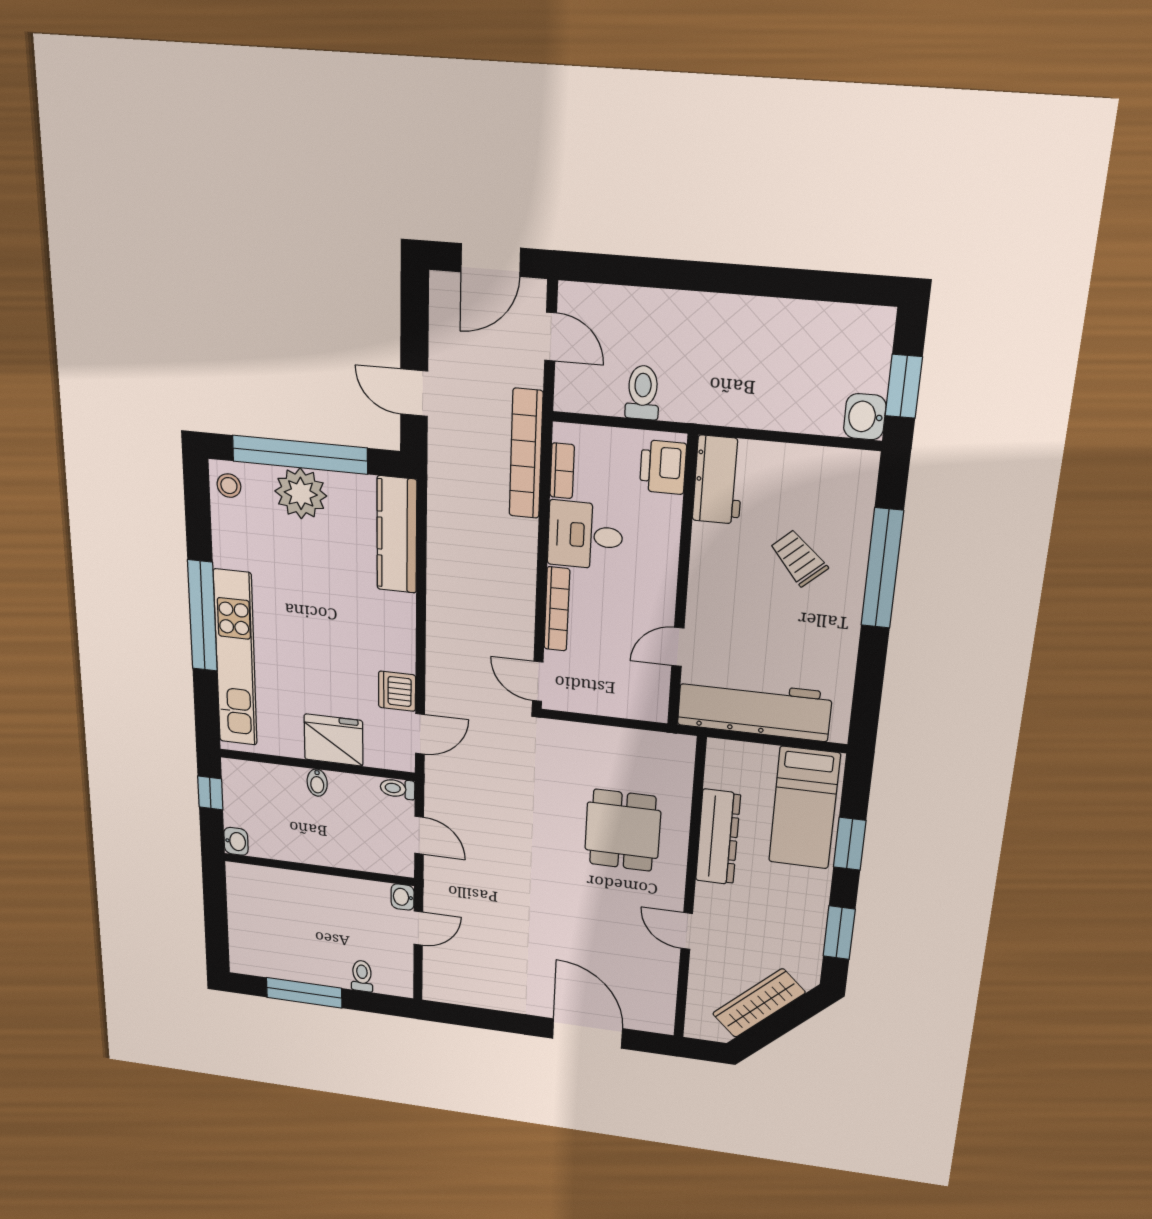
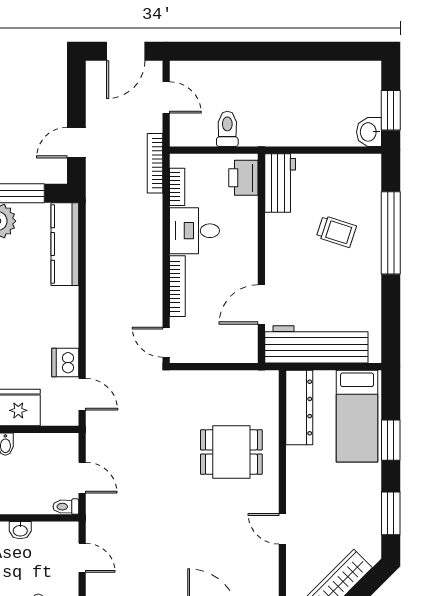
door: (414, 393) -> (76, 143), hinge flipped
bookcase: (526, 454) -> (155, 163), width x0.68, depth x0.76
trolley: (799, 558) -> (336, 232), turned 151
door: (678, 647) -> (261, 304), width x1.38
door: (420, 734) -> (82, 394), hinge flipped
toilet: (398, 789) -> (66, 507), moved
dining table: (623, 830) -> (231, 452), turned 90
dresser: (718, 837) -> (299, 408), moved
washbasin: (403, 897) -> (20, 530), moved, turned -90
door: (418, 928) -> (82, 558), hinge flipped

